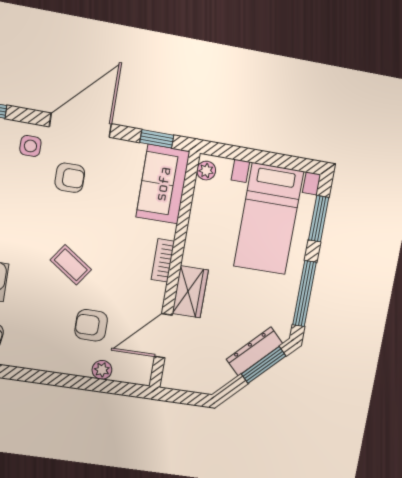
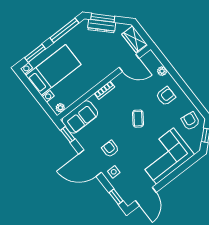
wardrobe: (190, 292) -> (134, 39), moved, turned -90
armchair: (91, 325) -> (166, 96), moved, turned -90

